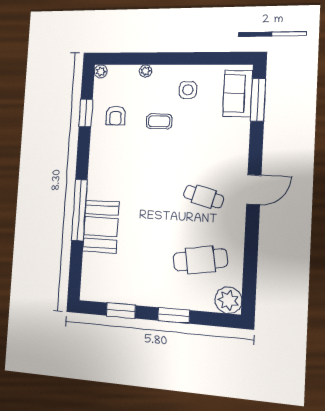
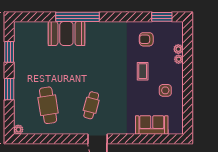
plant: (101, 71) -> (178, 49), moved
sofa: (238, 93) -> (152, 125), moved
window: (258, 100) -> (159, 139), removed
window: (86, 113) -> (162, 17), moved
plant: (228, 300) -> (18, 130), width x0.53, depth x0.53

